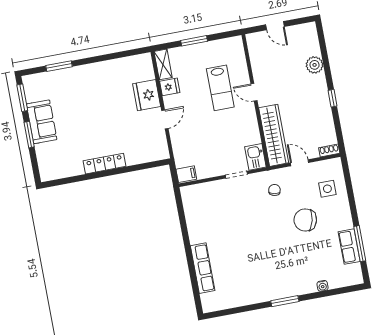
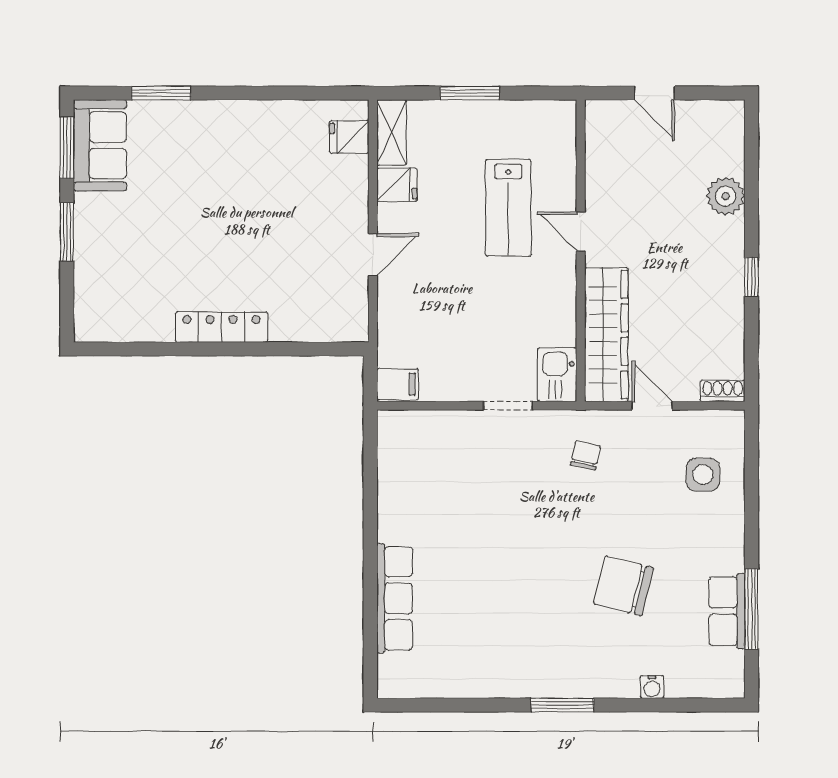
fridge: (147, 95) -> (349, 137), moved, width x0.53, depth x0.75
sofa: (42, 122) -> (100, 145), moved
chair: (305, 220) -> (624, 586), moved

